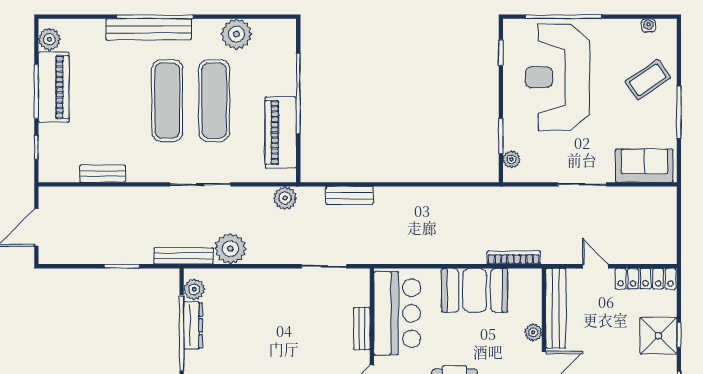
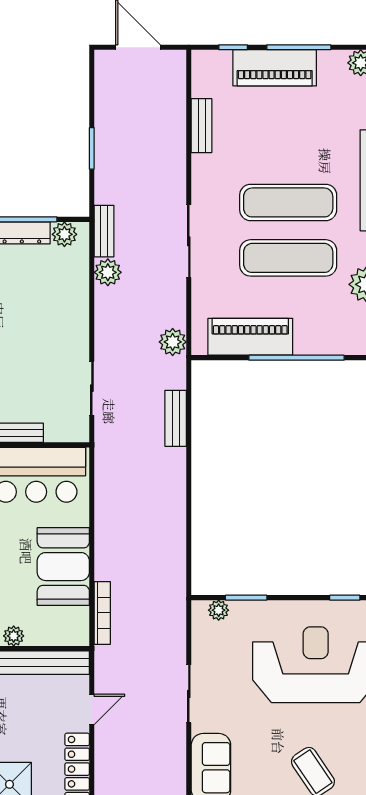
piano: (54, 87) -> (275, 68), moved
plant: (230, 249) -> (108, 272), width x0.73, depth x0.73
bench: (184, 256) -> (104, 231), width x0.73

